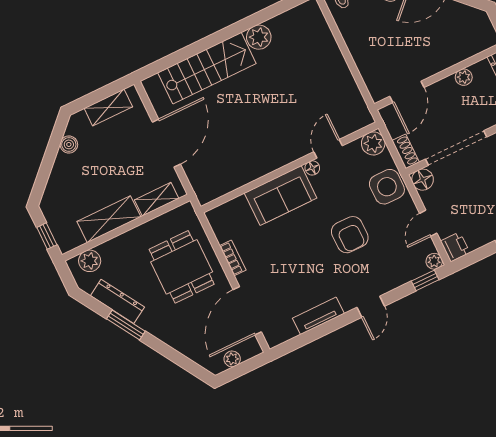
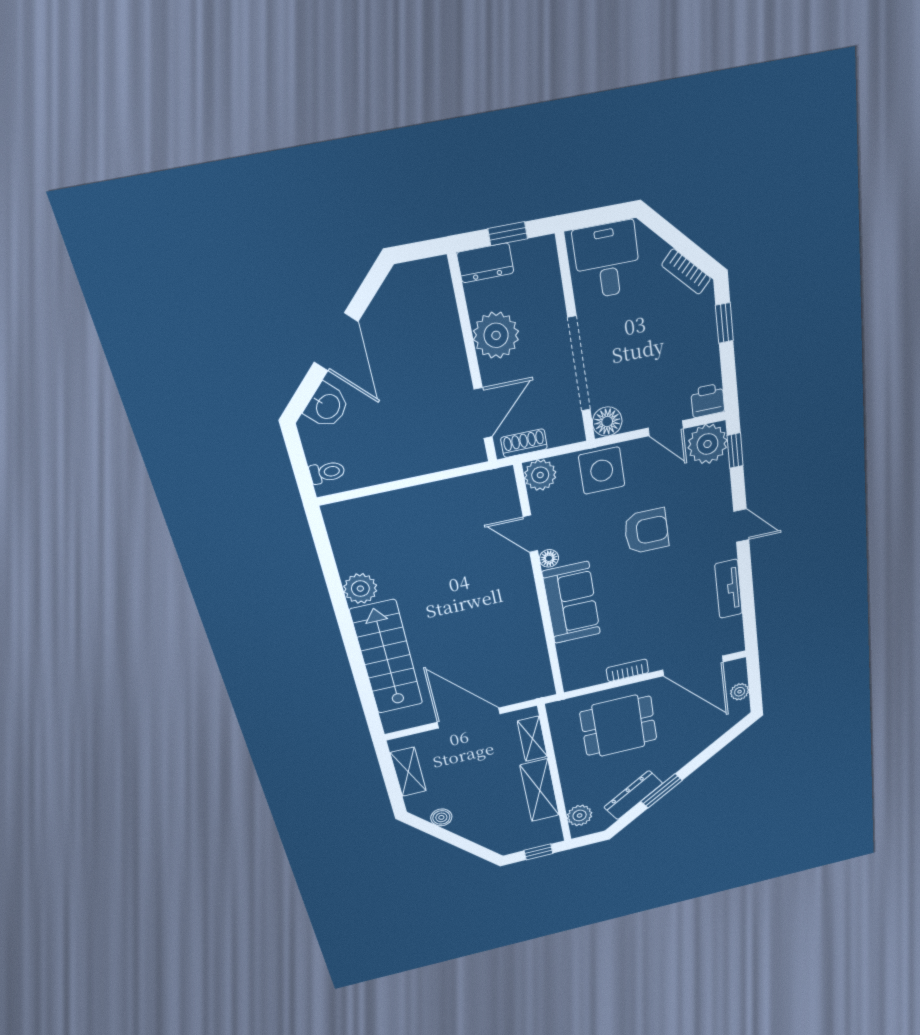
plant: (464, 77) -> (496, 335), width x1.88, depth x1.88
door: (407, 92) -> (483, 413), hinge flipped
shoe rack: (406, 151) -> (524, 443), moved
plant: (434, 261) -> (708, 444), width x1.87, depth x1.87

